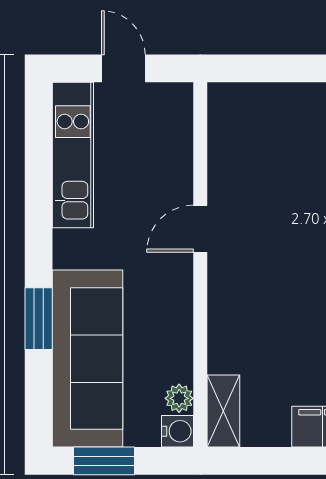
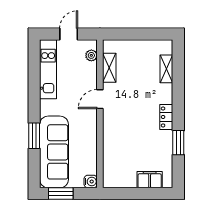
door: (123, 68) -> (69, 34), hinge flipped
plant: (179, 398) -> (91, 55), moved
shelving: (223, 411) -> (109, 68), moved

